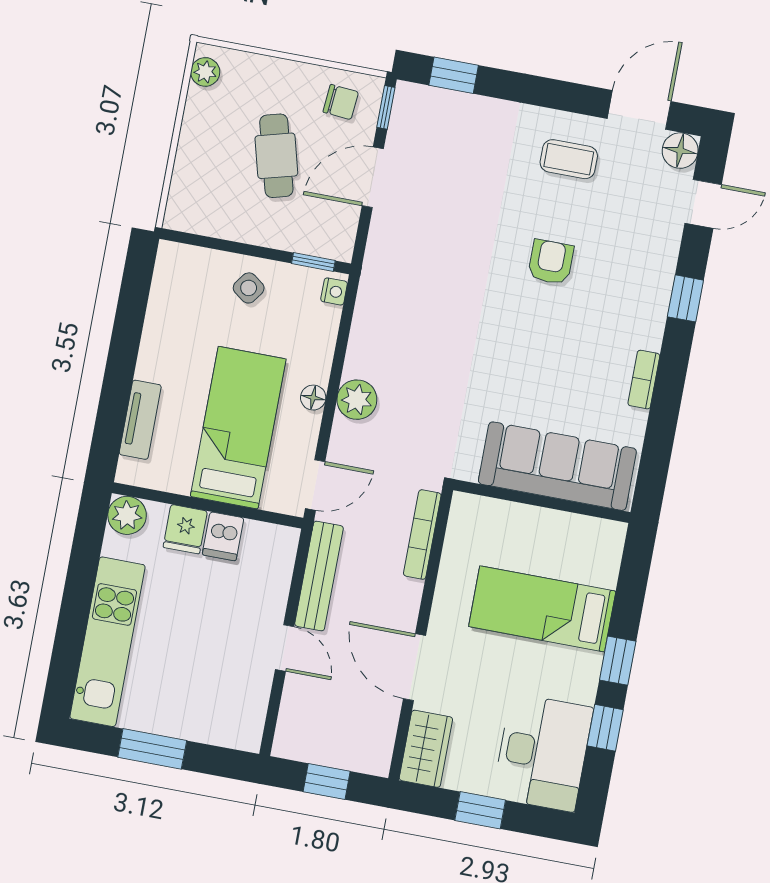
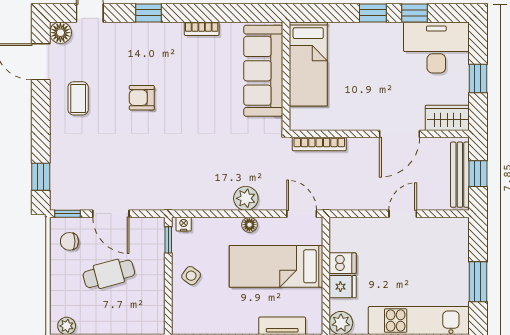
chair: (341, 102) -> (69, 241), turned -95
bench: (319, 576) -> (460, 175), moved, turned 90
bed: (542, 609) -> (308, 64), moved

